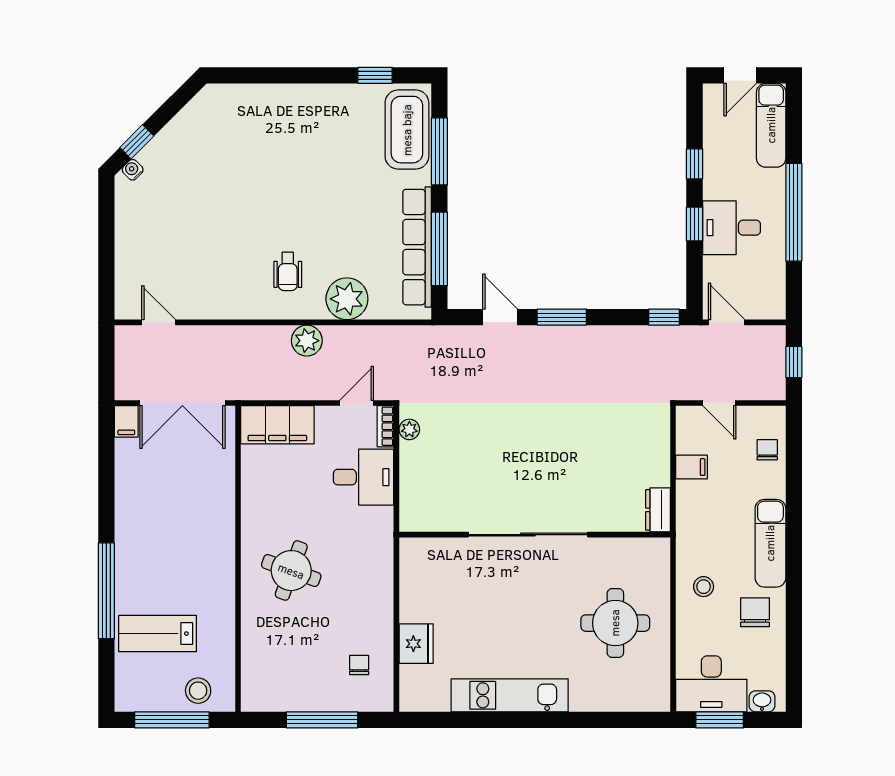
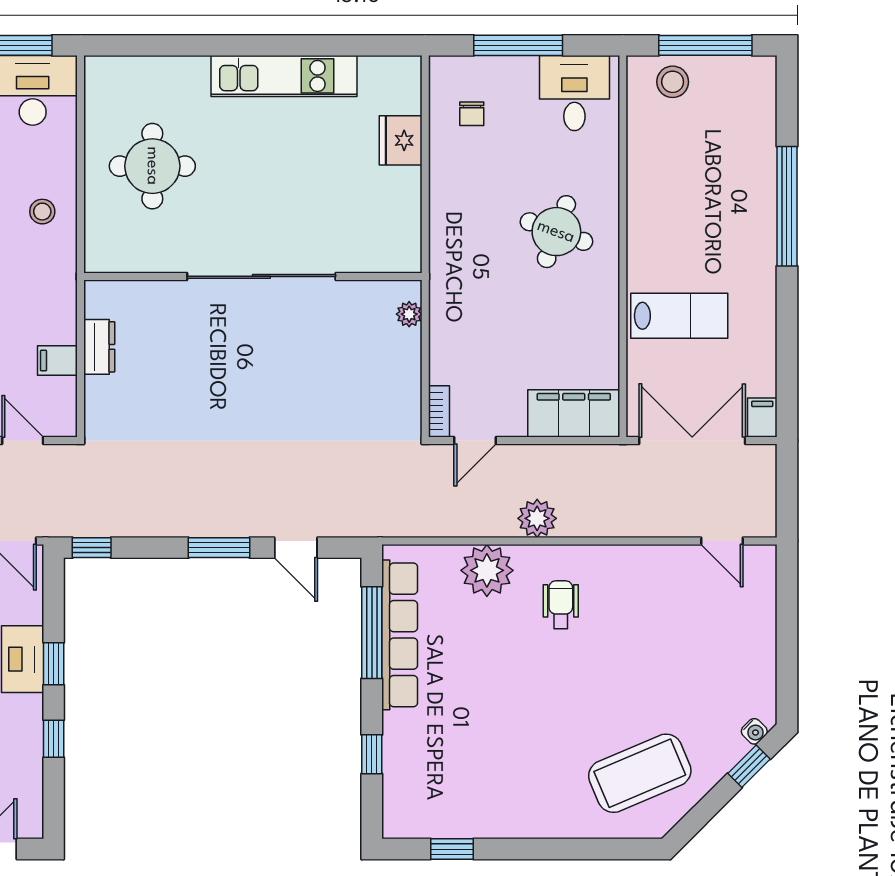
coffee table: (407, 130) -> (640, 773), moved, turned 67
window: (439, 151) -> (372, 754), width x0.46
plant: (409, 429) -> (409, 314), moved
desk: (364, 477) -> (574, 93), moved, turned 90
dresser: (658, 510) -> (99, 347), moved
lab bench: (158, 634) -> (679, 316), moved

